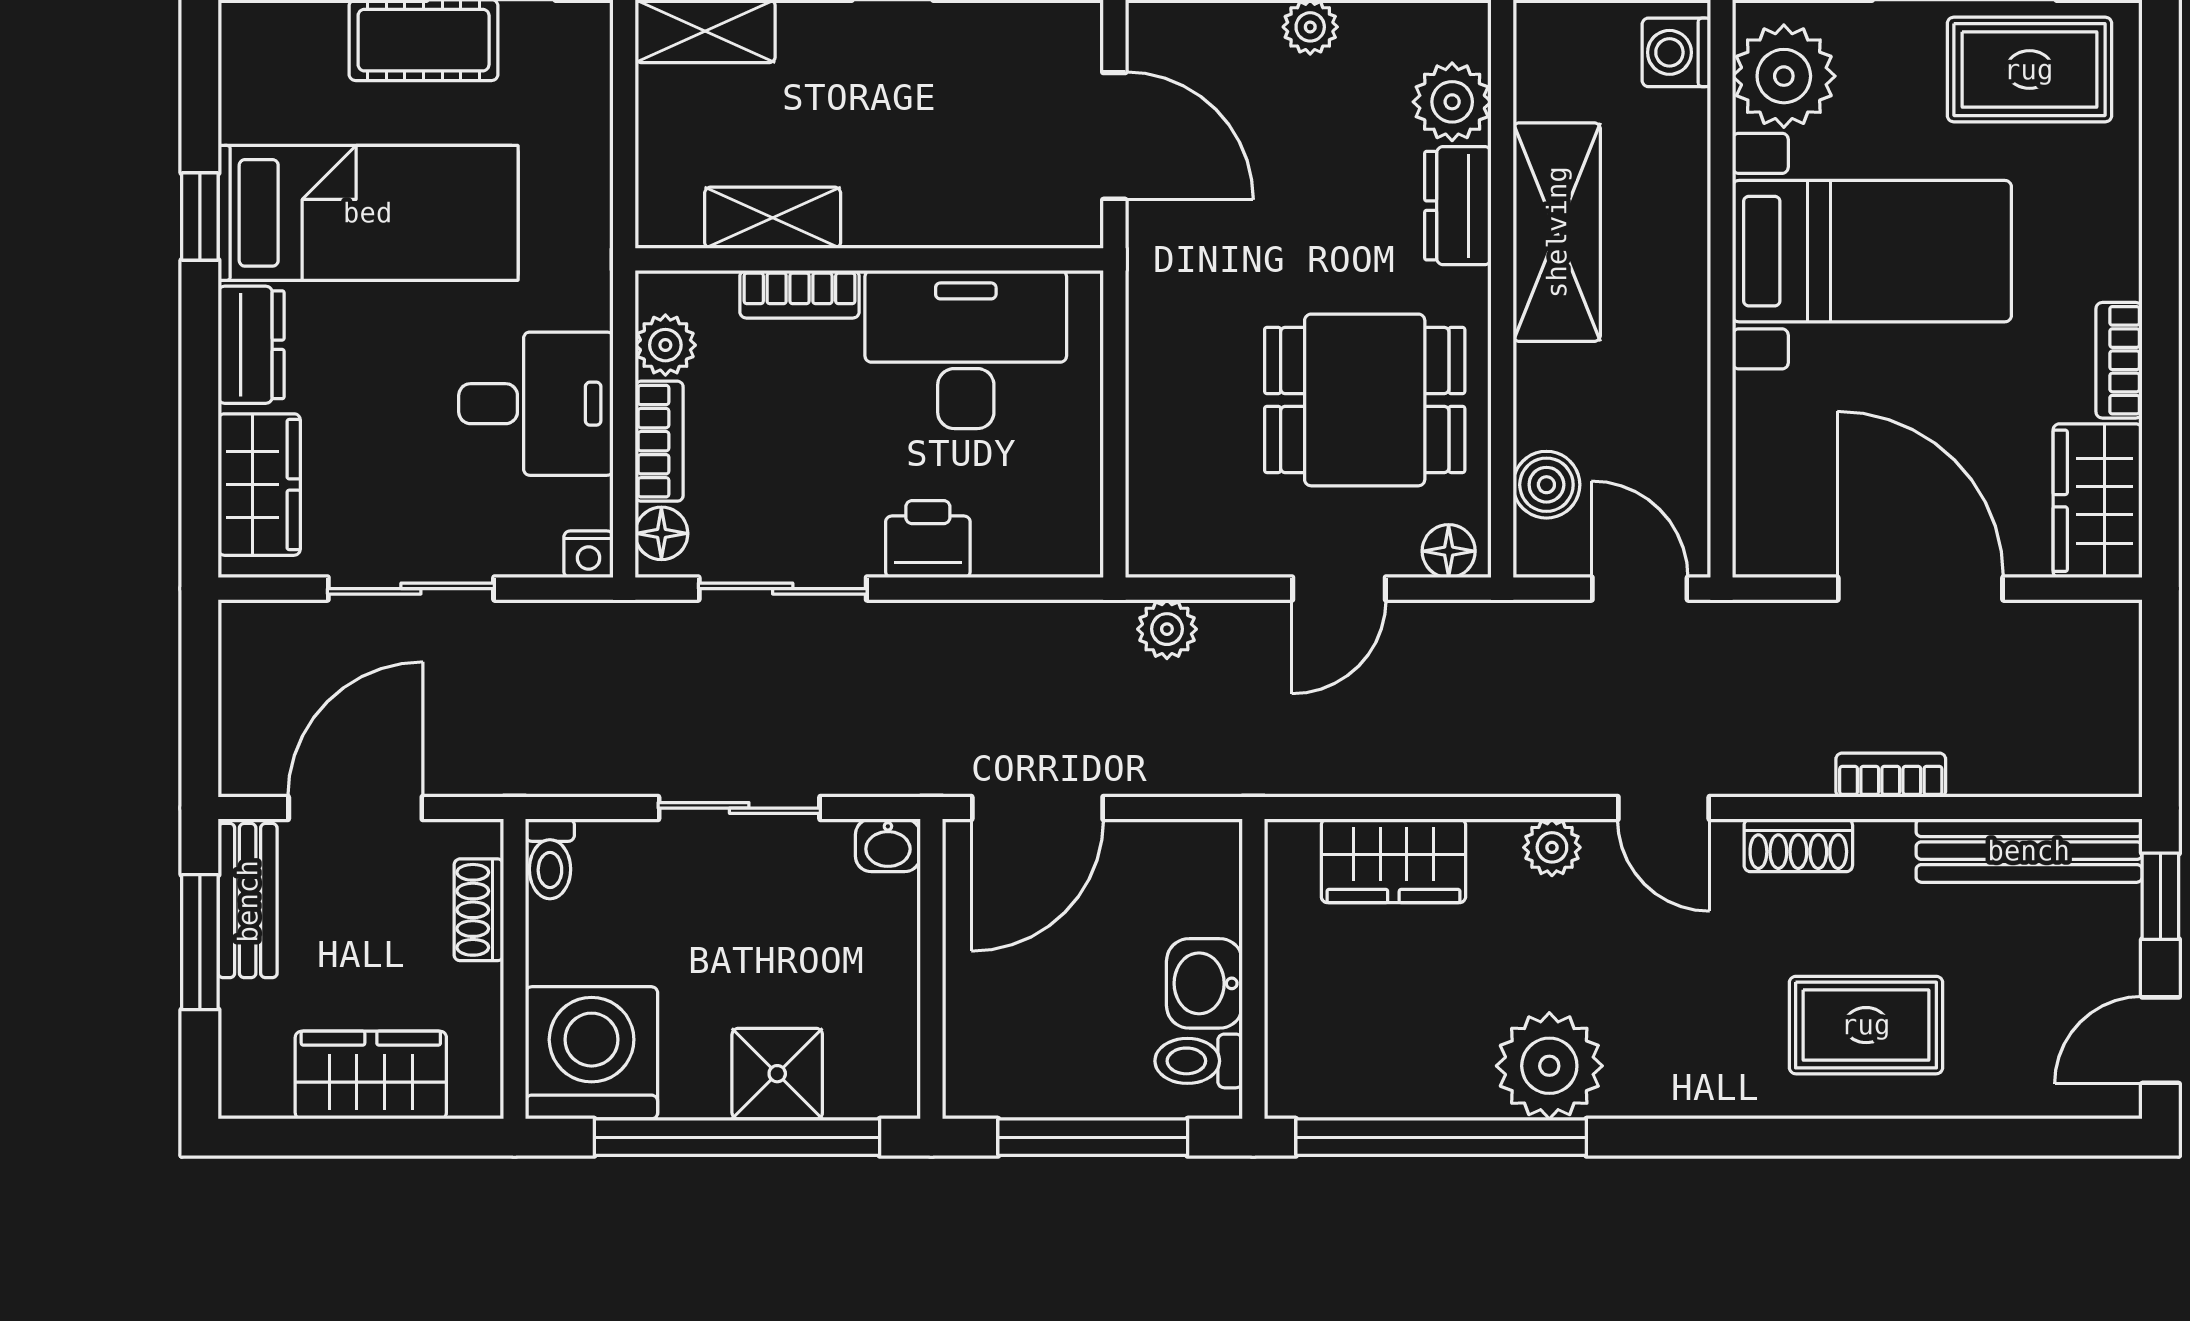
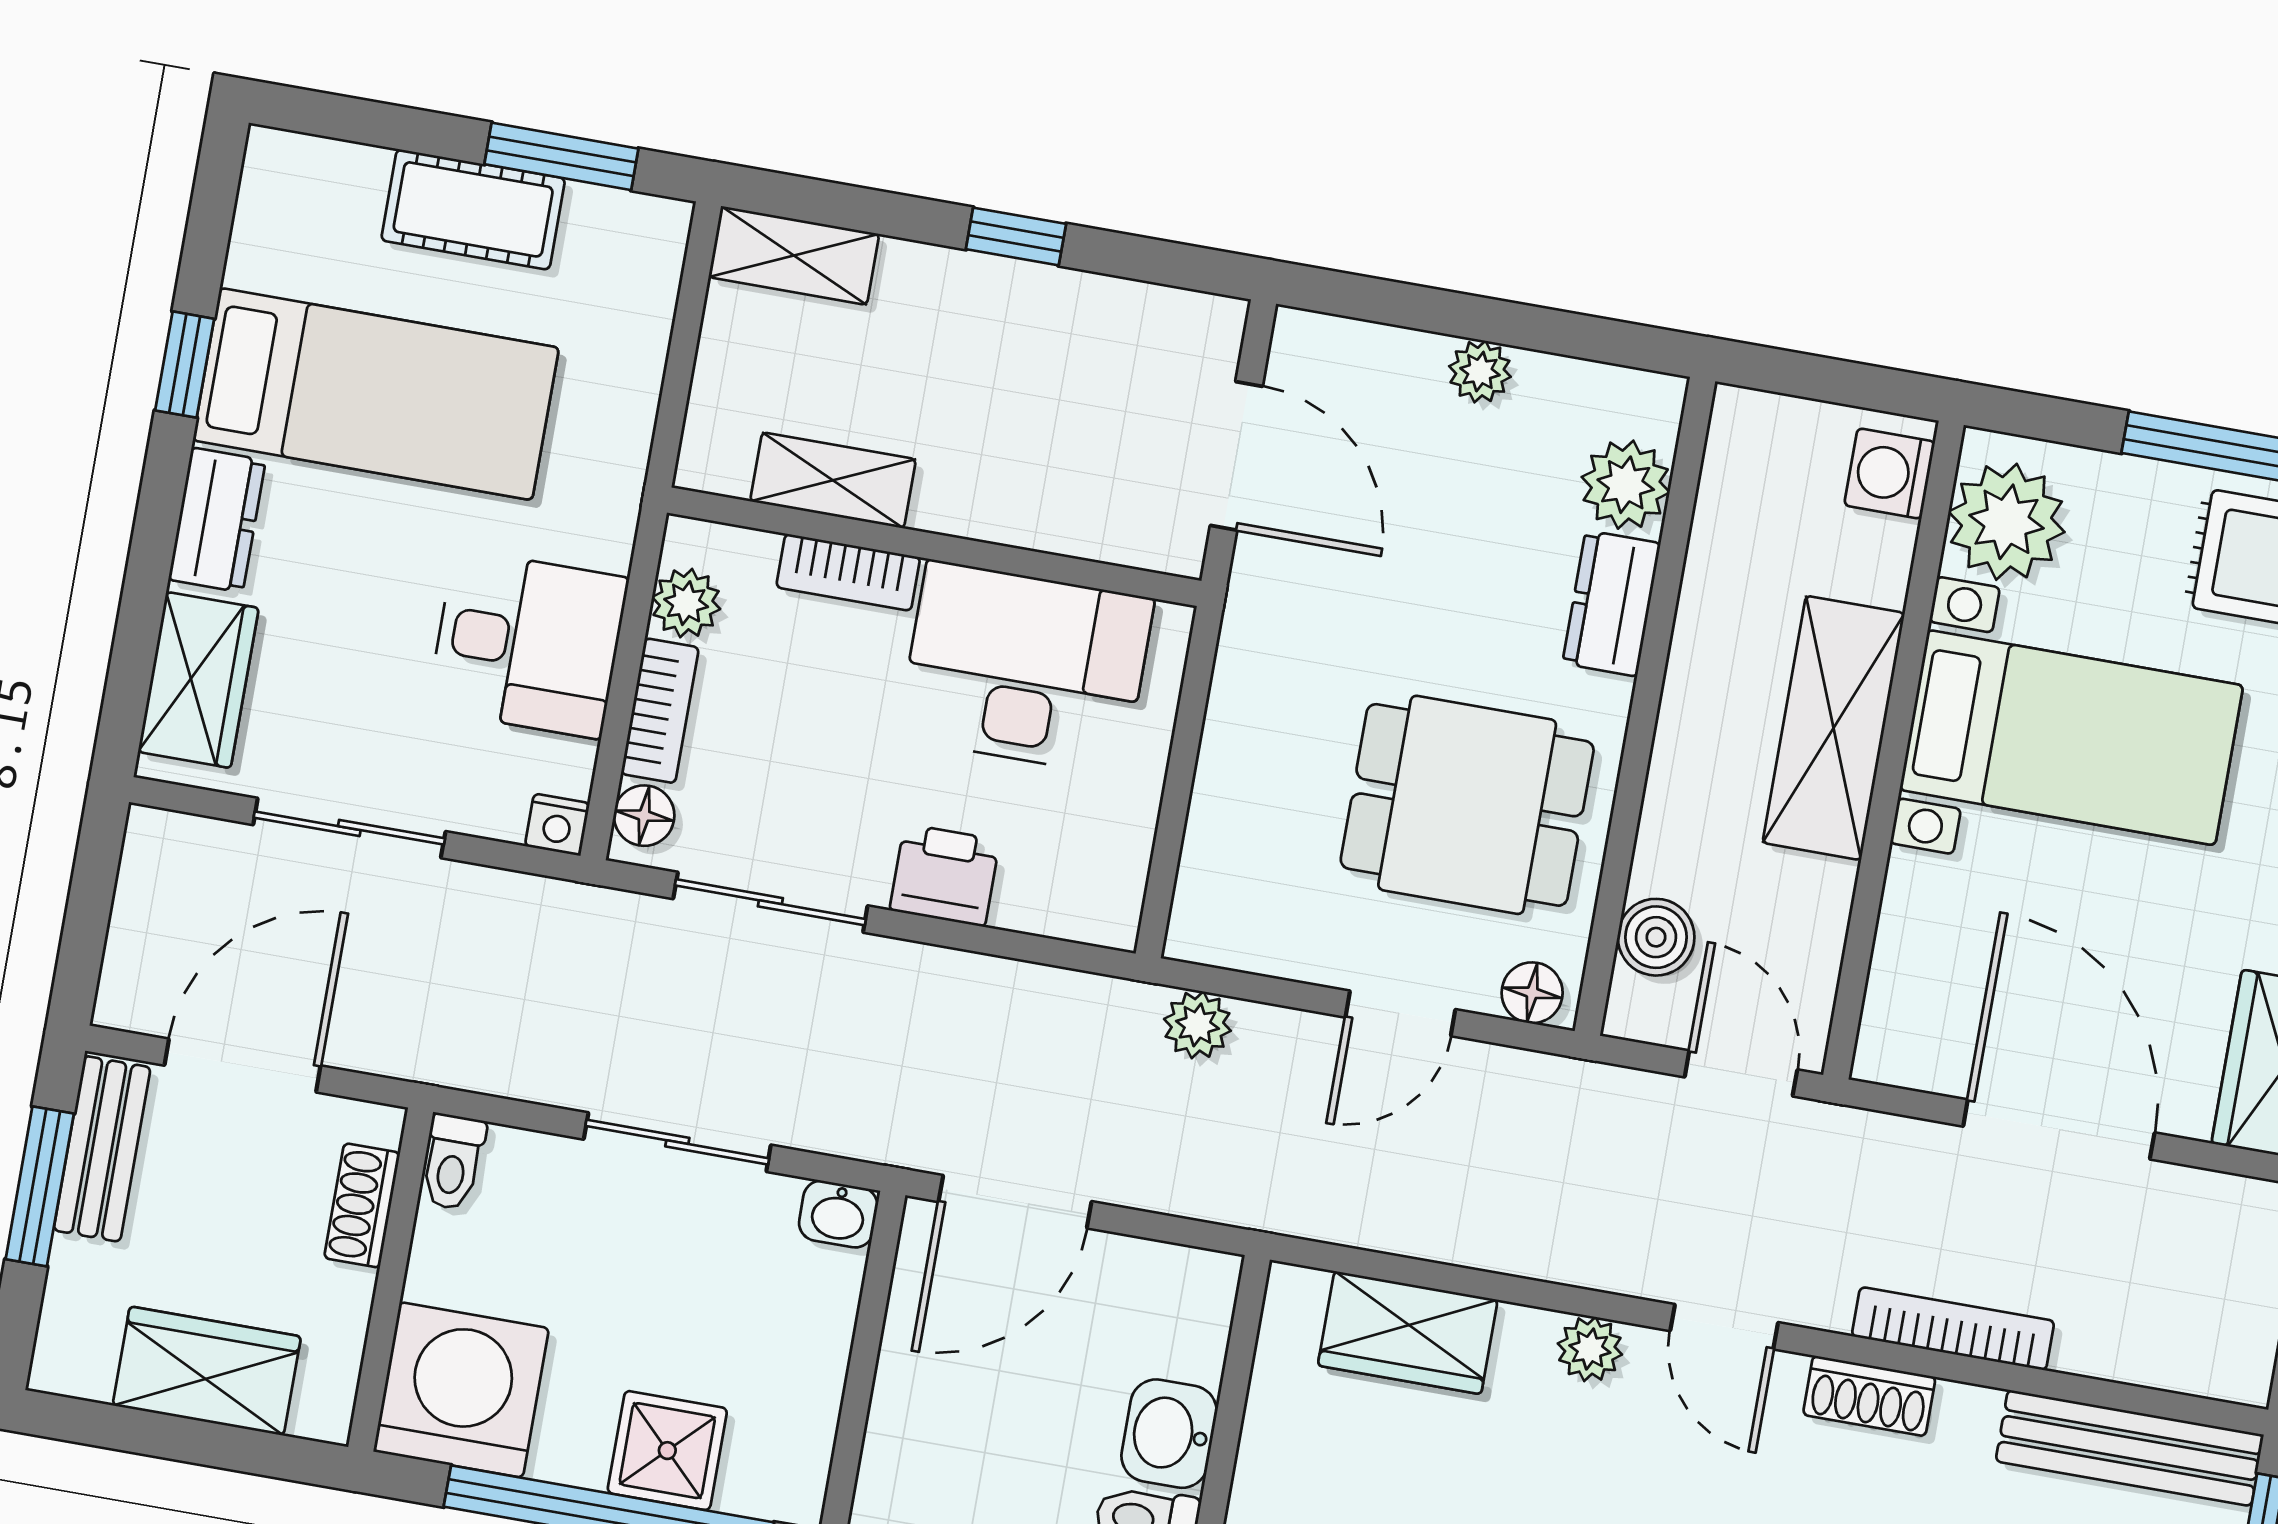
shelving: (1557, 232) -> (1834, 728), moved
bookcase: (1891, 775) -> (1953, 1329), width x1.56

